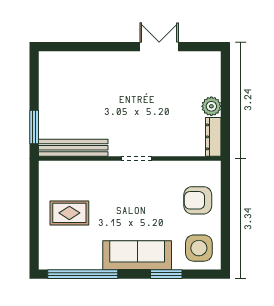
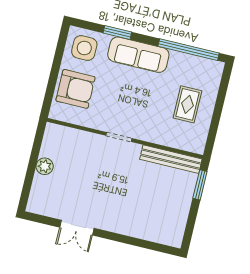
dresser: (213, 137) -> (49, 140), removed
armchair: (198, 200) -> (75, 89), width x1.36, depth x1.36
rug: (69, 213) -> (187, 104), turned 90

